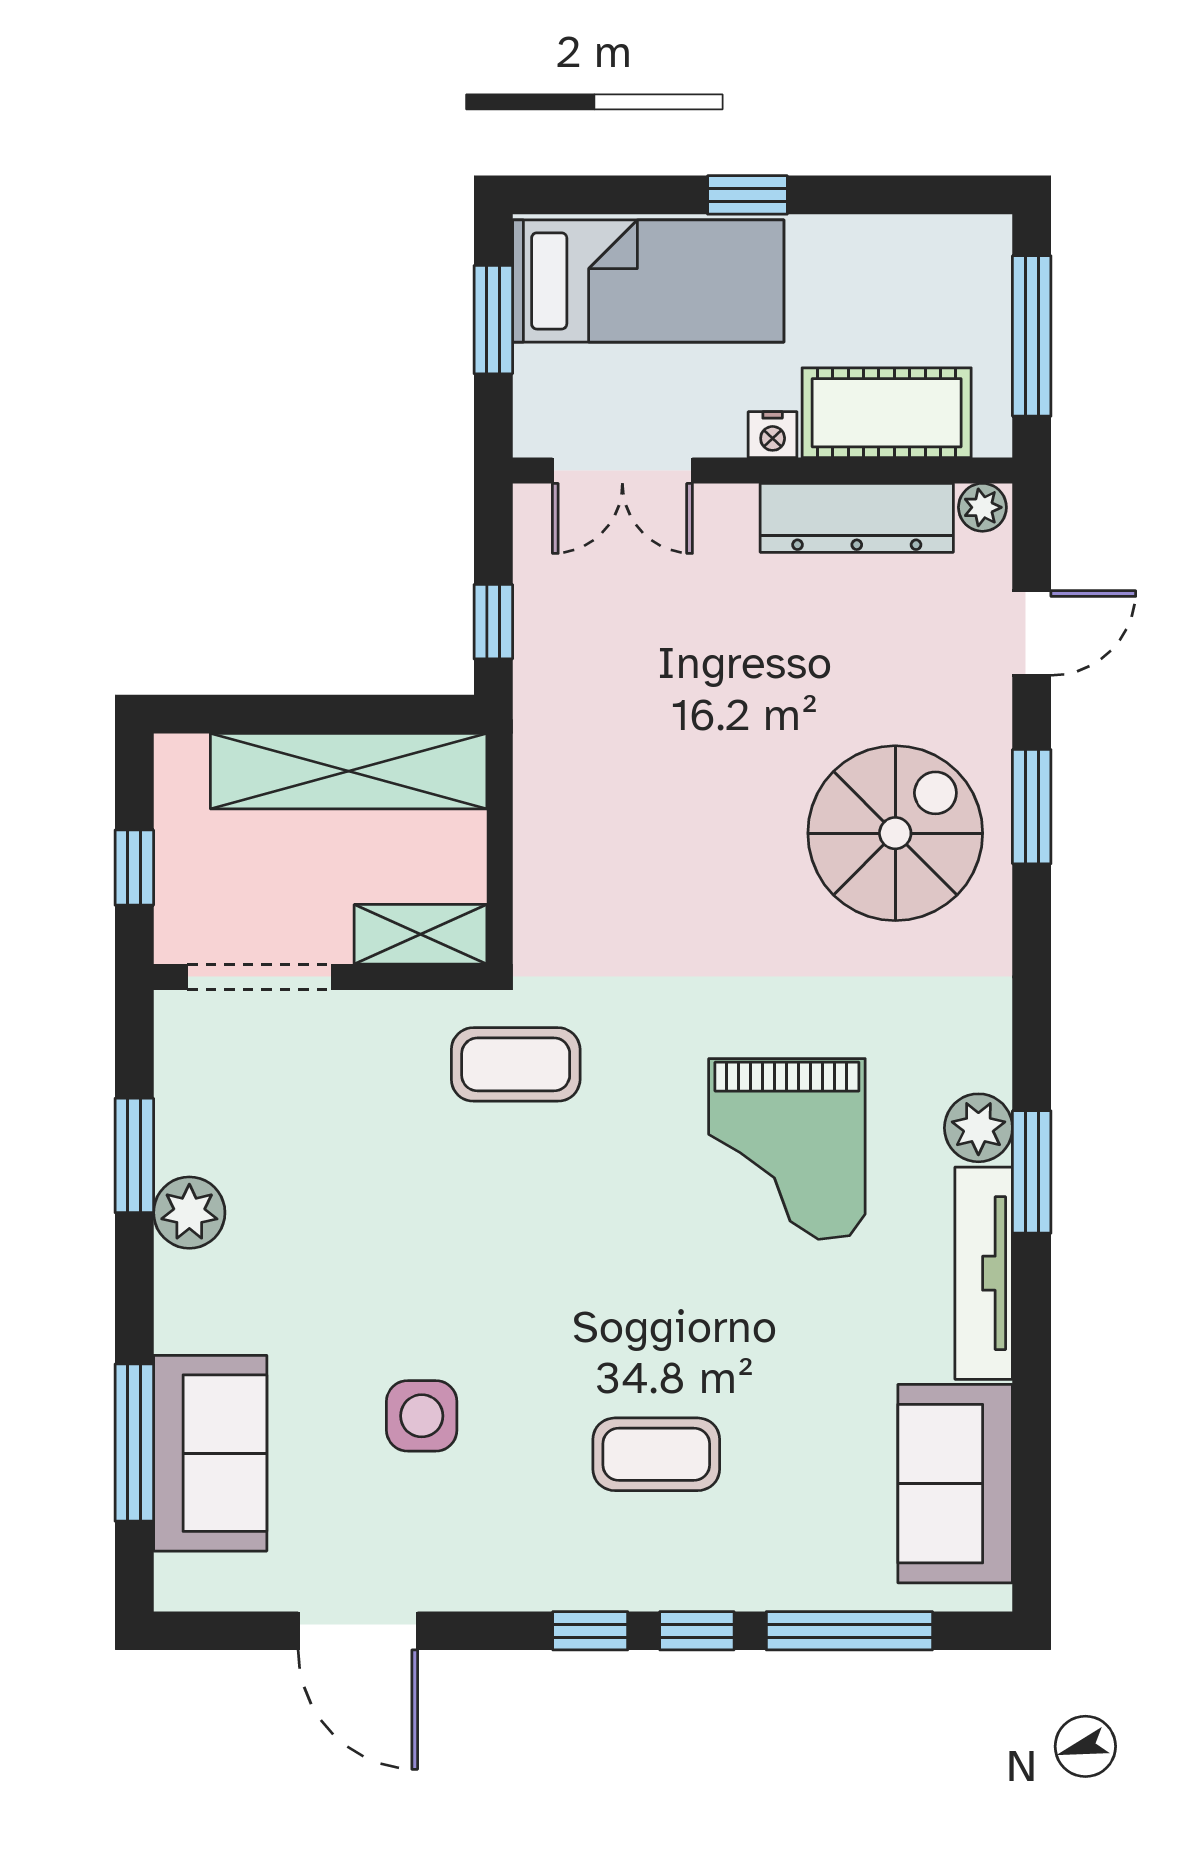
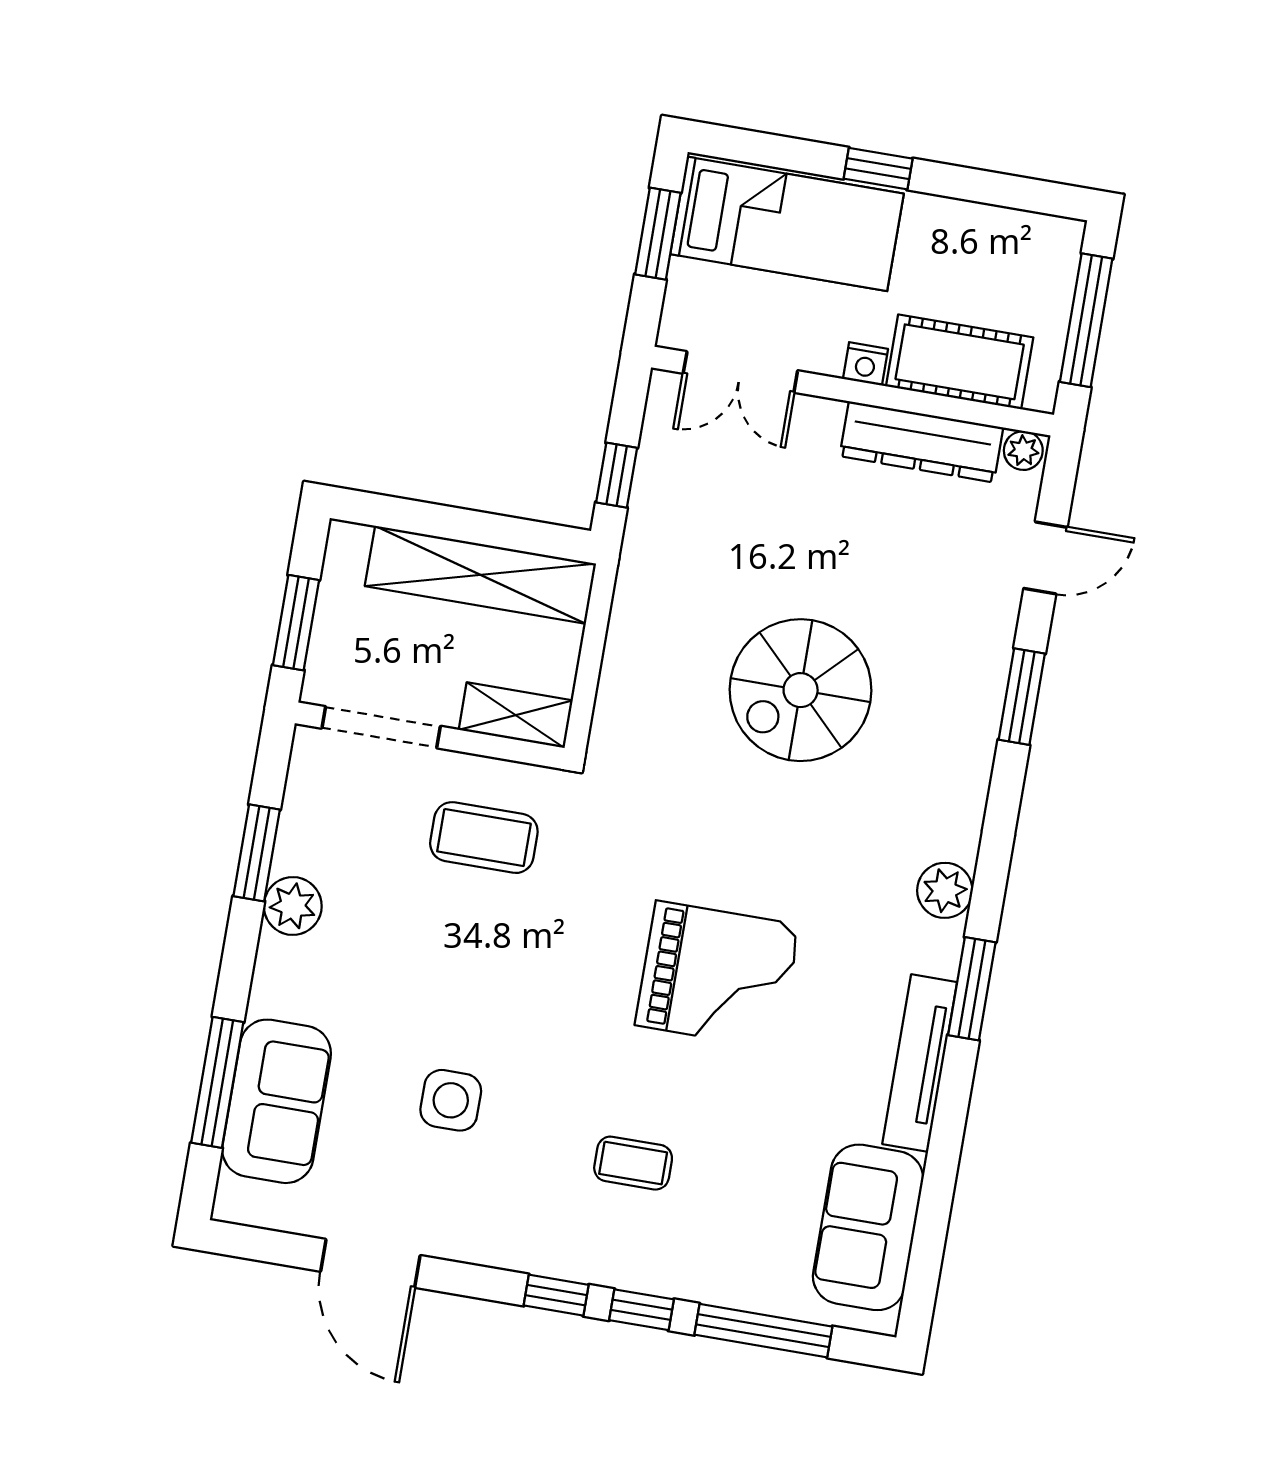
spiral stairs: (895, 833) -> (801, 690), moved, turned 180
window: (134, 868) -> (296, 623), width x1.50
coffee table: (516, 1064) -> (484, 838), moved
plant: (978, 1128) -> (945, 890), moved
grand piano: (787, 1149) -> (717, 975), moved, turned -90
coffee table: (656, 1454) -> (633, 1163), width x0.73, depth x0.77

